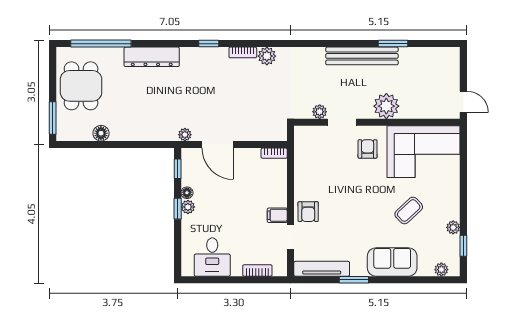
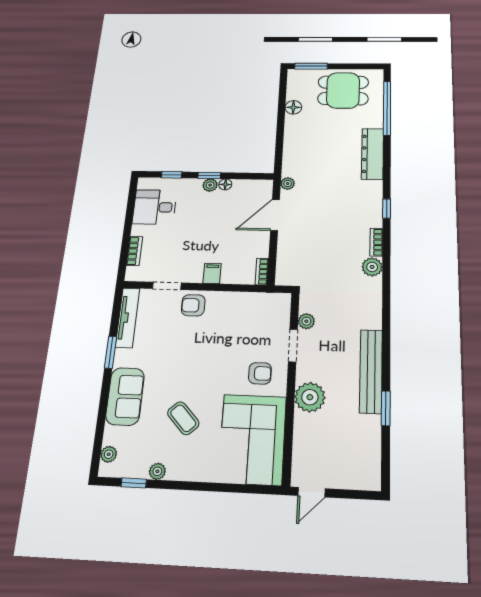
window: (178, 169) -> (172, 175), moved
filing cabinet: (277, 215) -> (212, 273), moved

